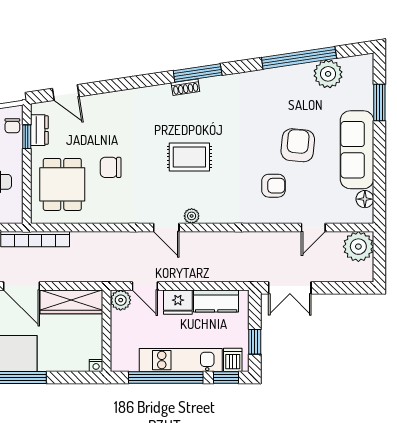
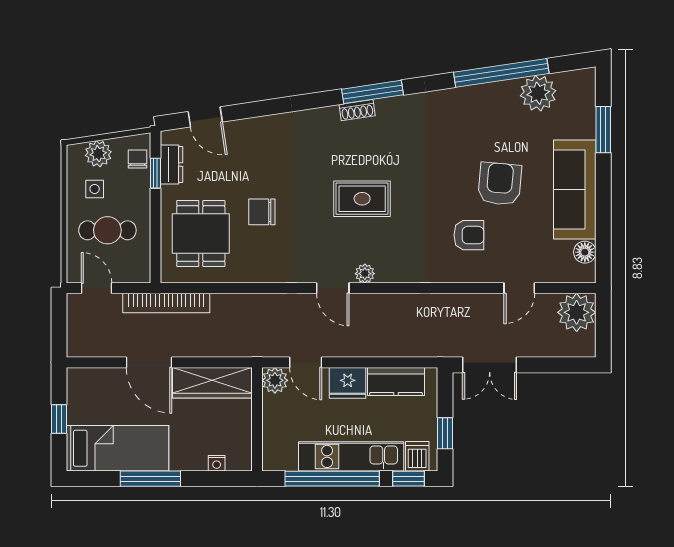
chair: (12, 126) -> (137, 159), turned 180
nightstand: (96, 365) -> (217, 463), moved

